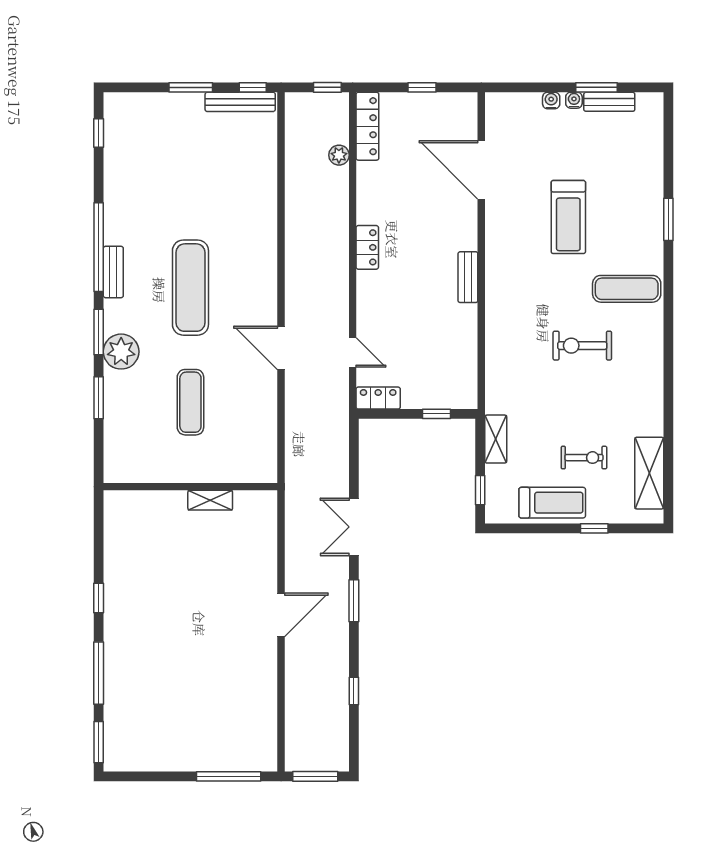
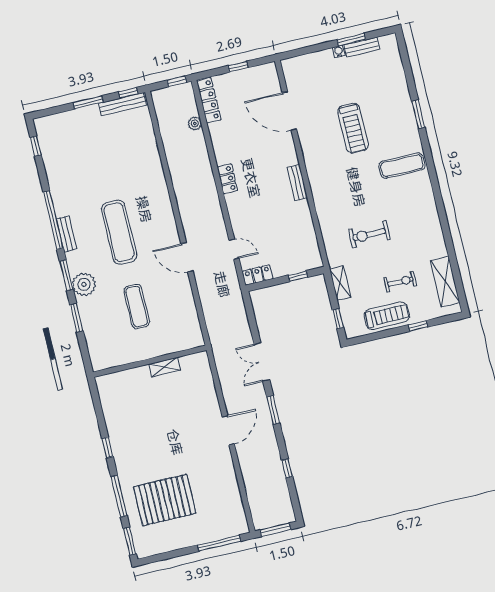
water cooler: (551, 101) -> (324, 55), removed
exercise bike: (582, 346) -> (369, 234), moved
pallet: (164, 695) -> (165, 500), added

